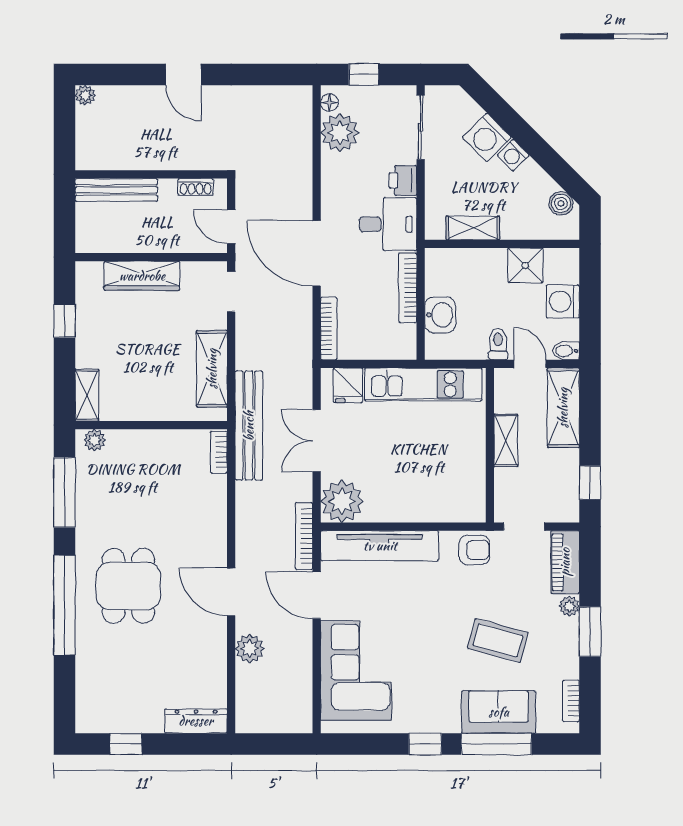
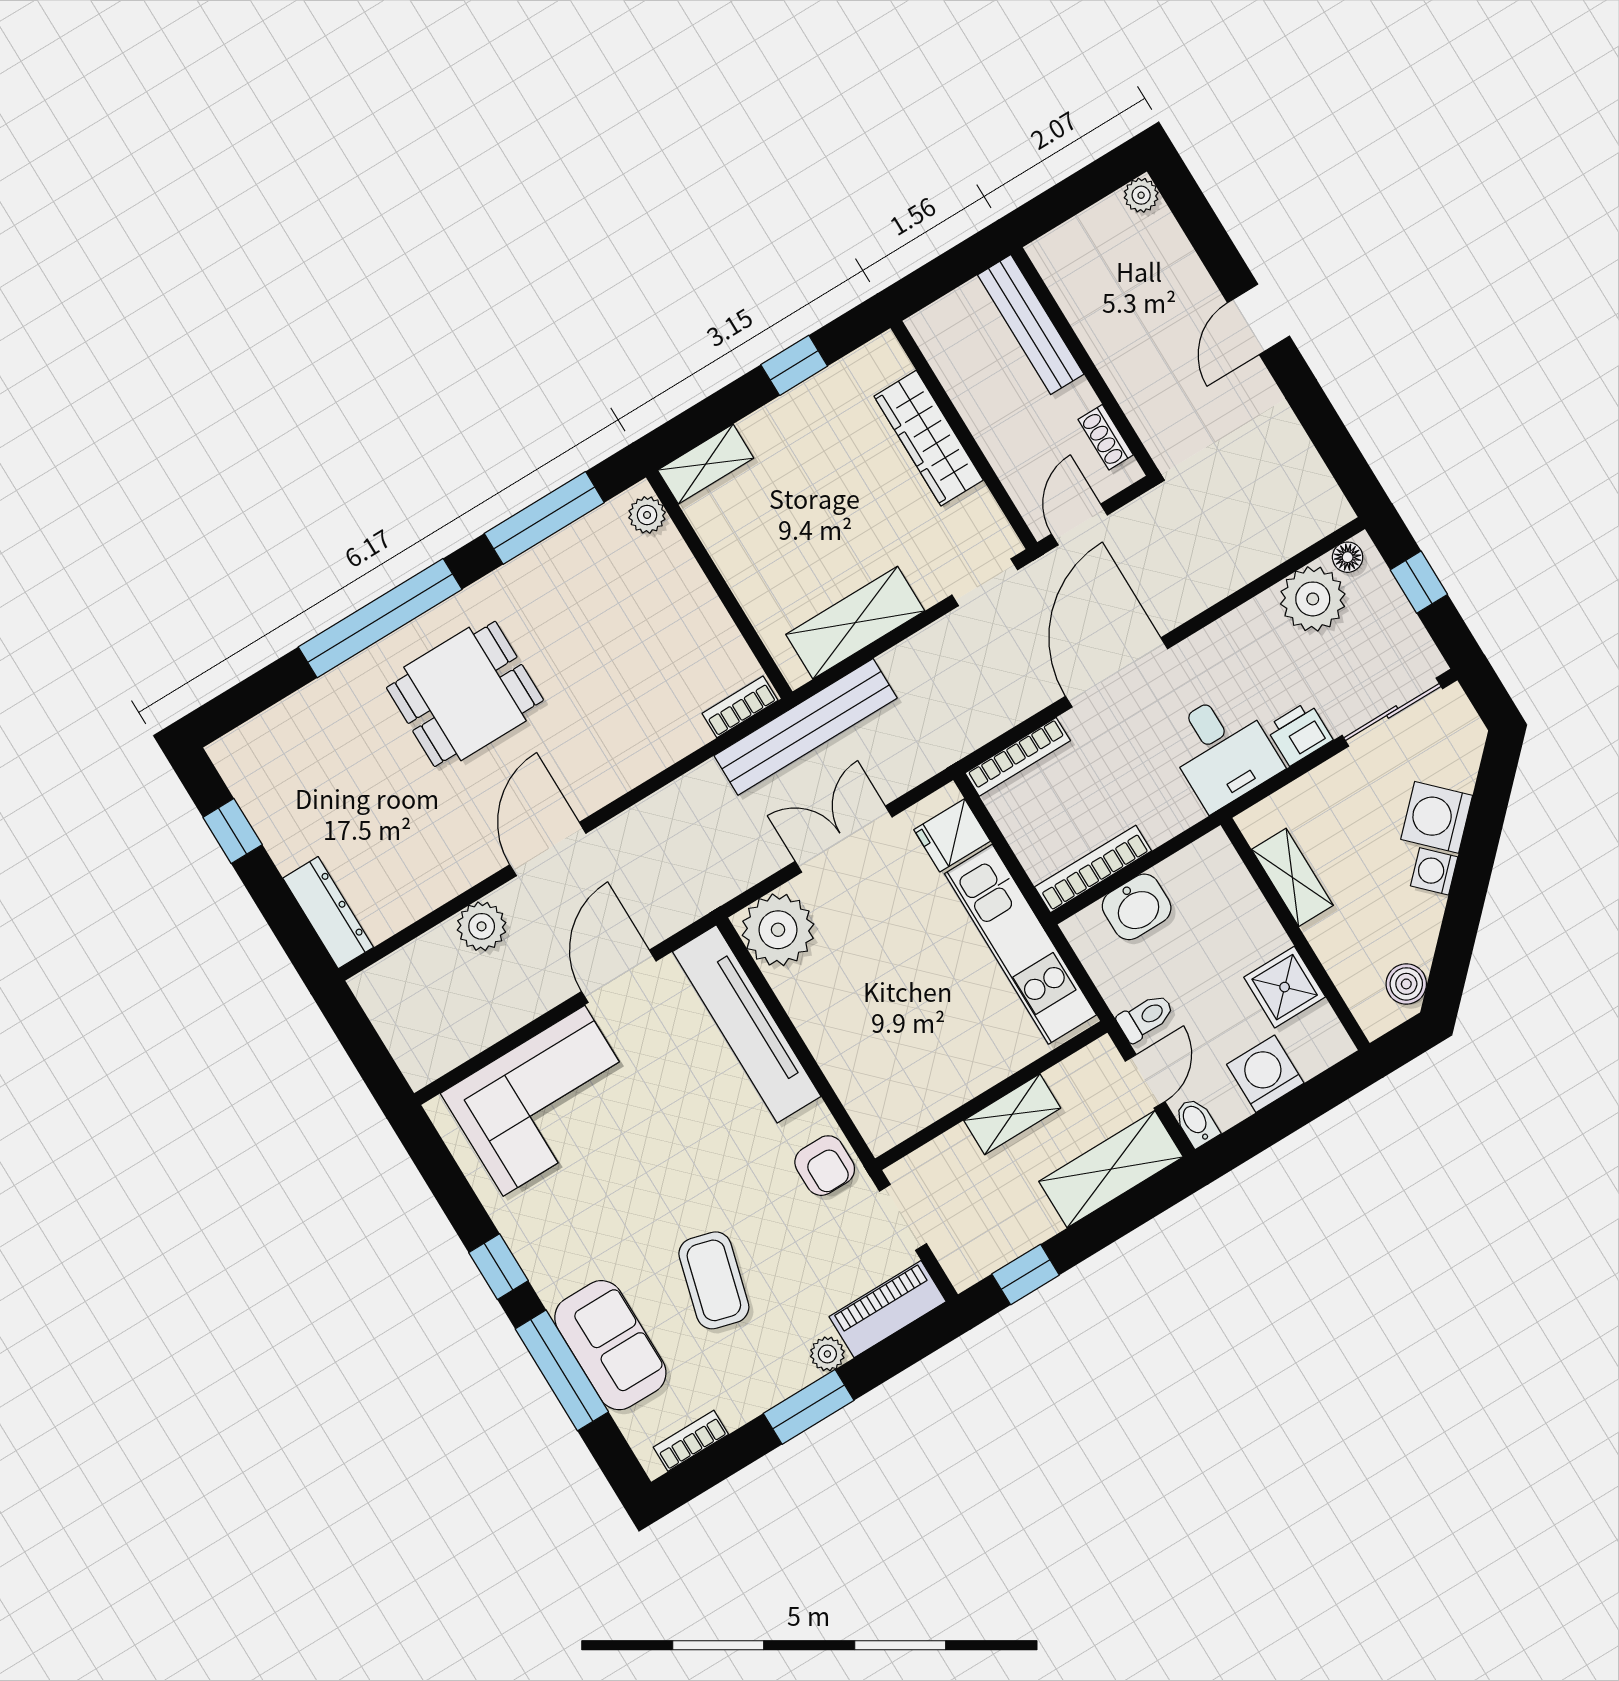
bookcase: (408, 288) -> (1093, 869), moved
bookcase: (304, 536) -> (694, 905), removed

